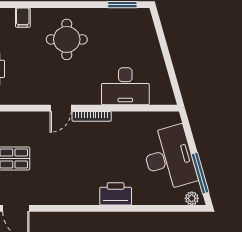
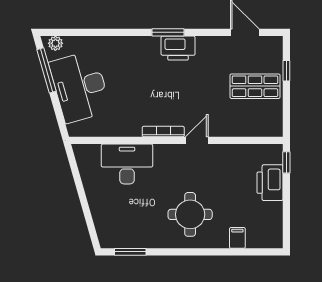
printer: (116, 194) -> (178, 48), moved
window: (87, 208) -> (168, 32), added

